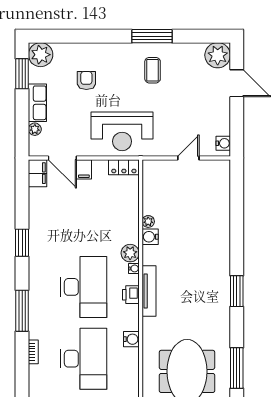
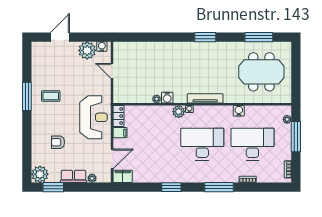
plant: (218, 55) -> (87, 50), moved
filing cabinet: (84, 169) -> (120, 133), moved
printer: (131, 295) -> (208, 111), removed

